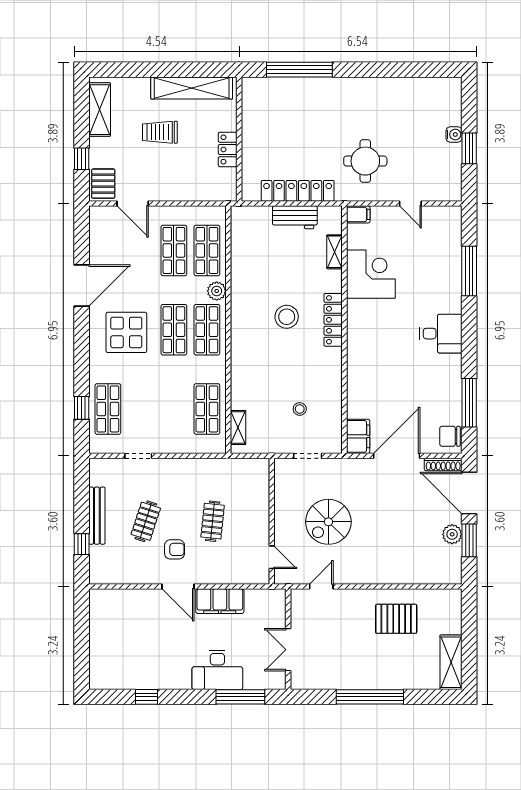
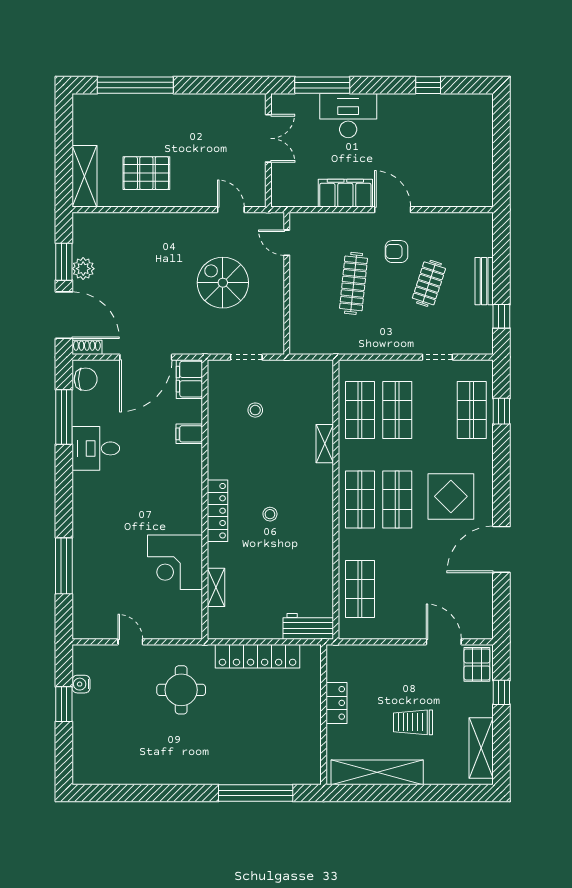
trolley: (160, 132) -> (413, 722), turned 180
water cooler: (454, 134) -> (81, 684), moved
filing cabinet: (358, 214) -> (189, 434), moved
workbench: (295, 217) -> (308, 626), moved
shop shelf: (174, 250) -> (397, 410), moved
plant: (217, 291) -> (349, 543), removed
stool: (287, 317) -> (270, 514), width x0.53, depth x0.53
desk: (441, 334) -> (96, 448), moved
shelving: (238, 427) -> (325, 444), moved
shoe rack: (443, 464) -> (87, 347), width x0.70
bench: (97, 516) -> (484, 281), width x0.73
clothes rail: (213, 521) -> (354, 283), width x1.36
spiral stairs: (328, 522) -> (223, 283), turned -90
window: (82, 544) -> (501, 316), moved
door: (321, 587) -> (231, 210), swing flipped
shelving: (451, 662) -> (84, 176), moved
window: (370, 697) -> (135, 85), moved

